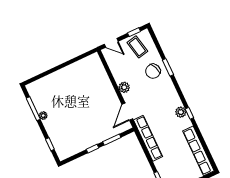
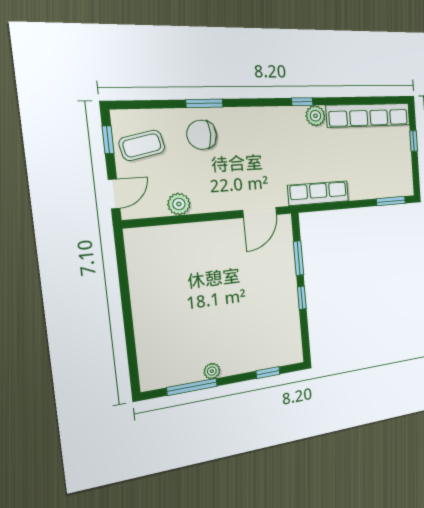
chair: (153, 71) -> (202, 135), turned 112
plant: (124, 87) -> (179, 204), moved
door: (127, 112) -> (260, 212), hinge flipped
plant: (181, 112) -> (315, 116), moved
row of seats: (148, 138) -> (318, 193), width x0.73

